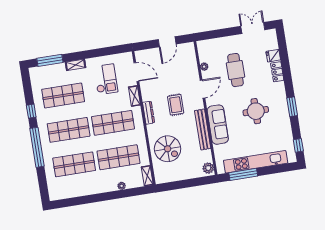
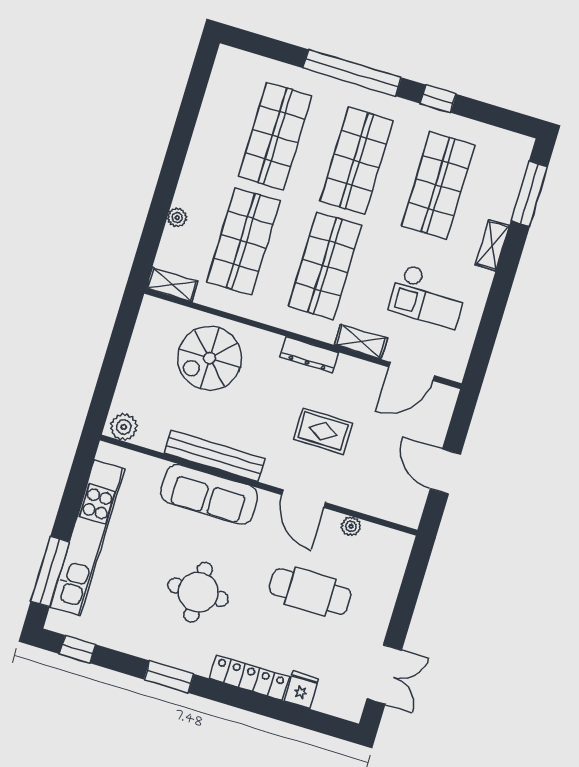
locker: (277, 72) -> (249, 678), width x1.53
rug: (176, 105) -> (323, 431), moved
window: (243, 174) -> (50, 572), moved

